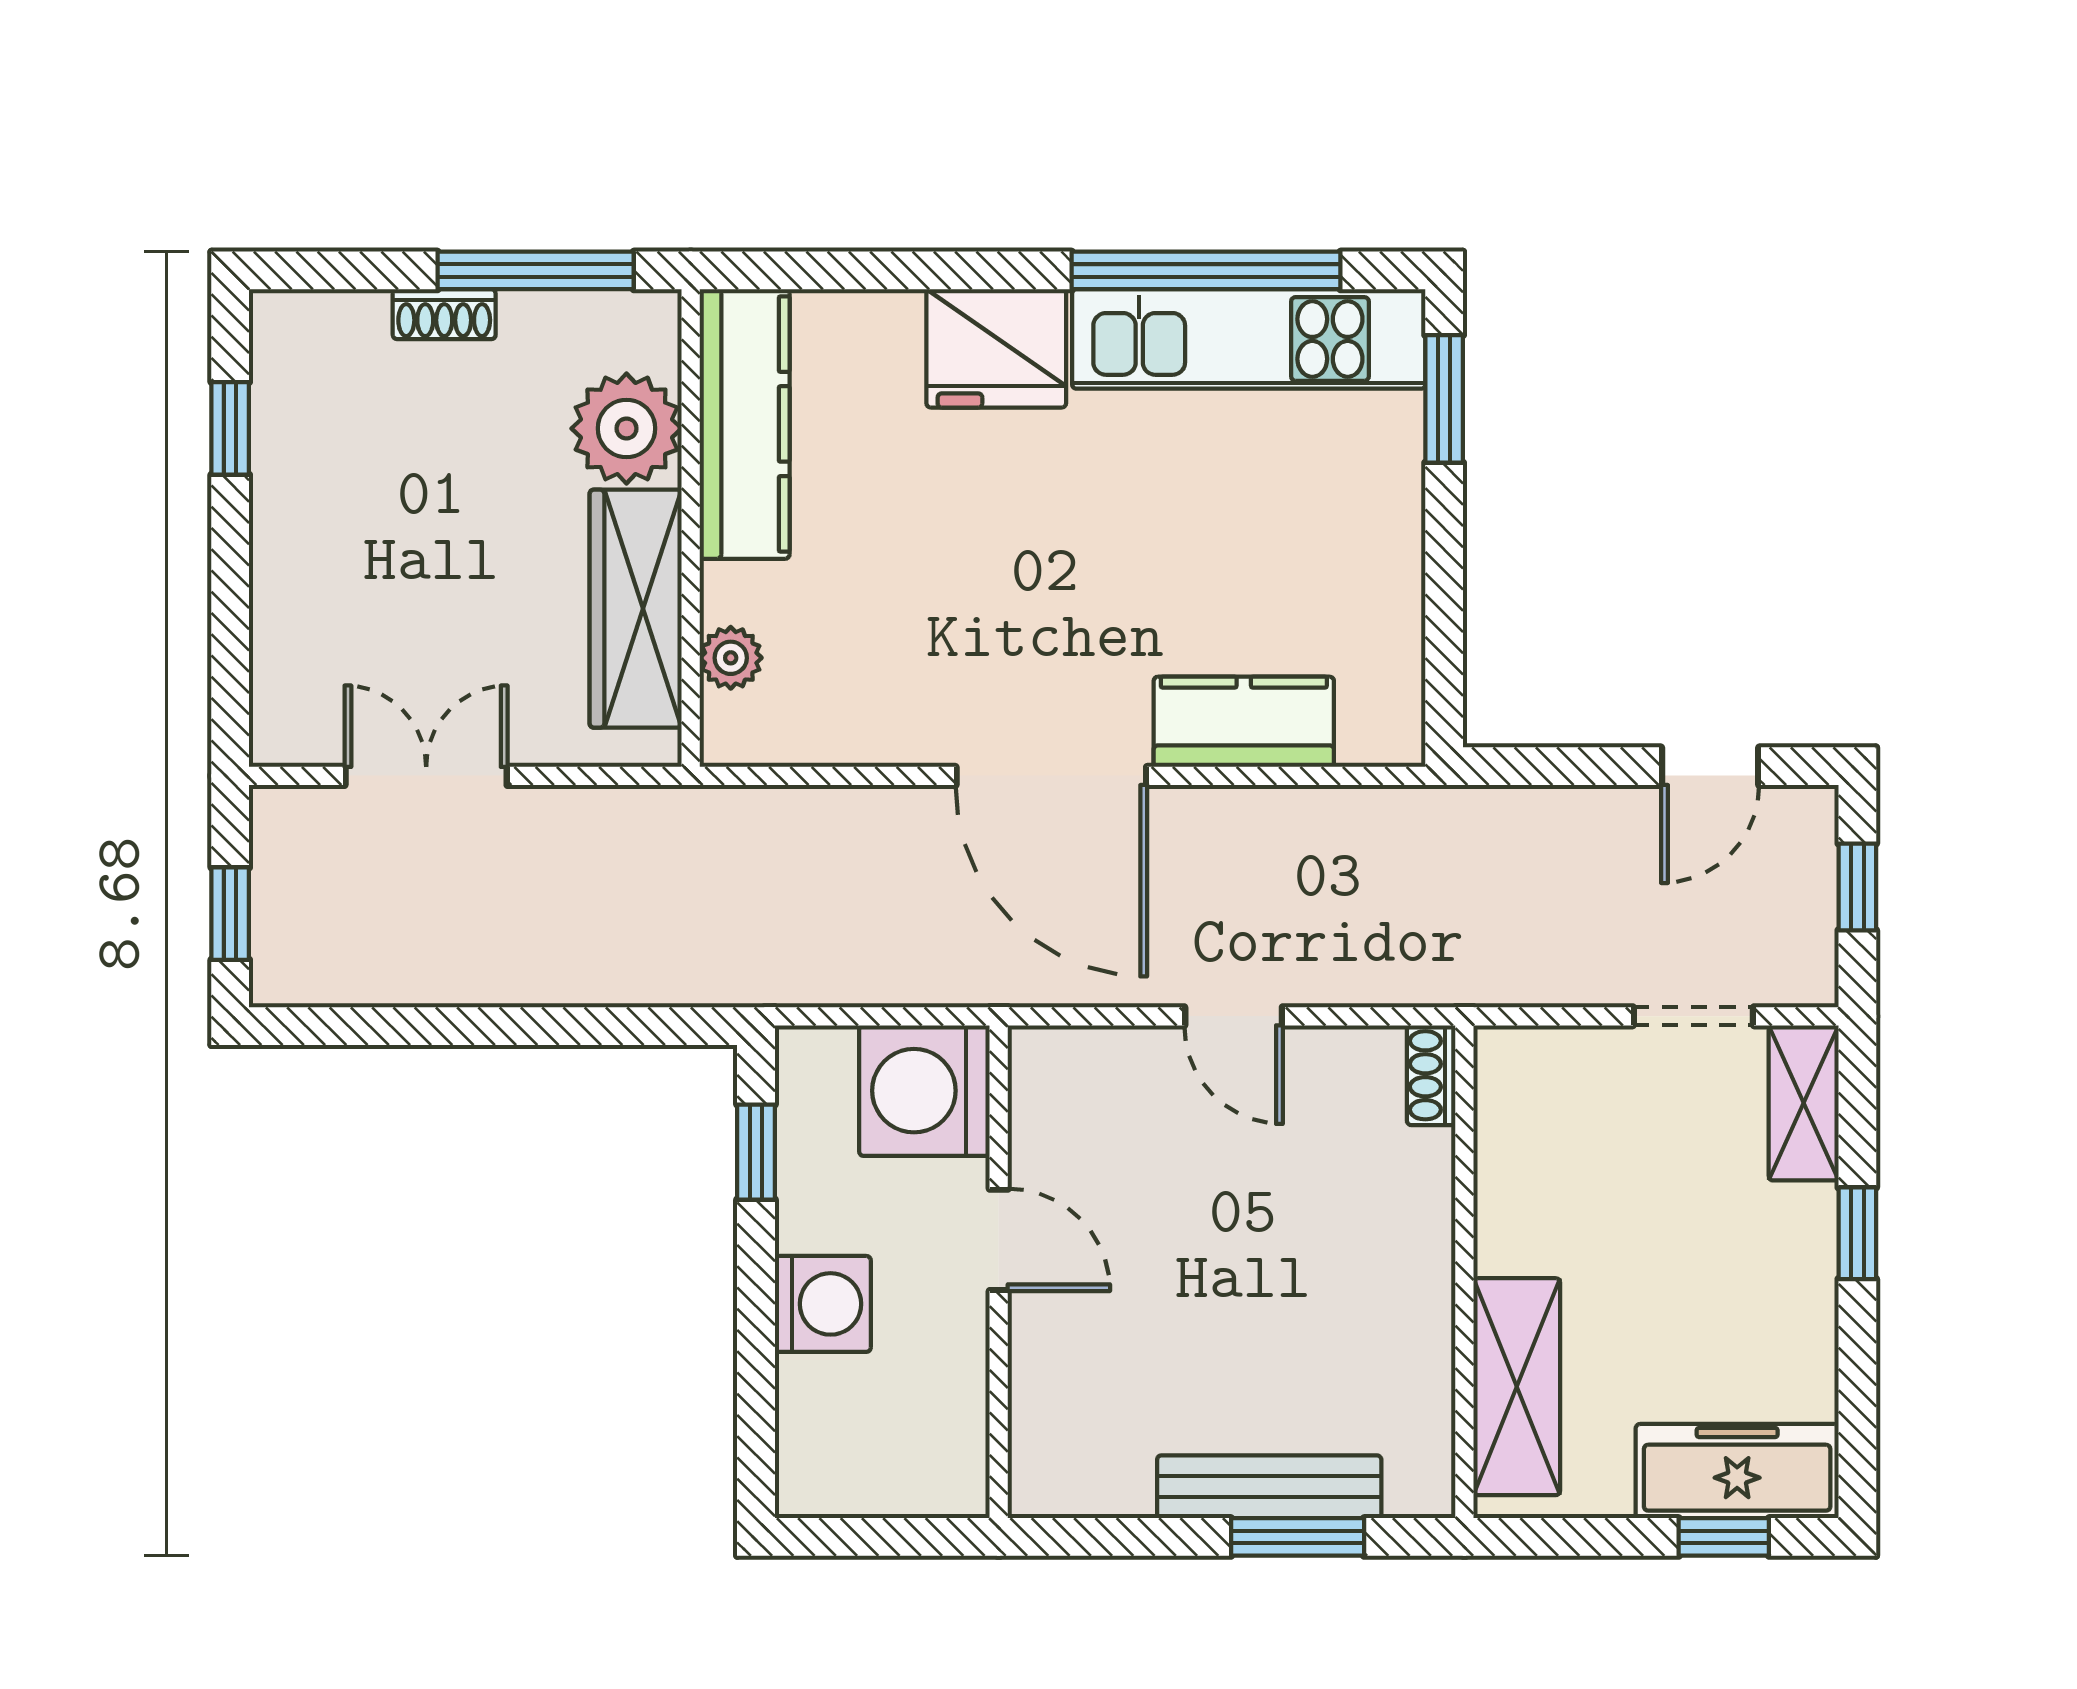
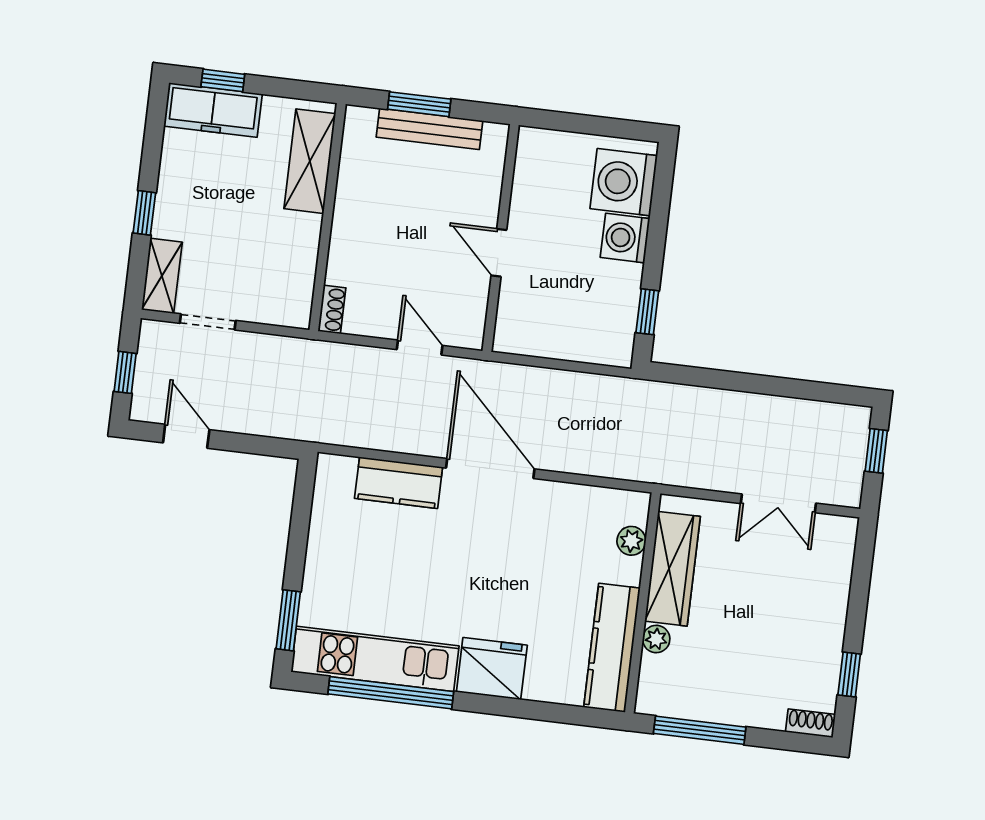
shoe rack: (444, 314) -> (810, 723), moved
plant: (626, 428) -> (656, 639), width x0.53, depth x0.53
door: (1710, 766) -> (186, 436), hinge flipped
washing machine: (924, 1091) -> (624, 182), moved, turned 180
door: (999, 1240) -> (499, 253), moved
wall: (999, 1272) -> (501, 238), moved

